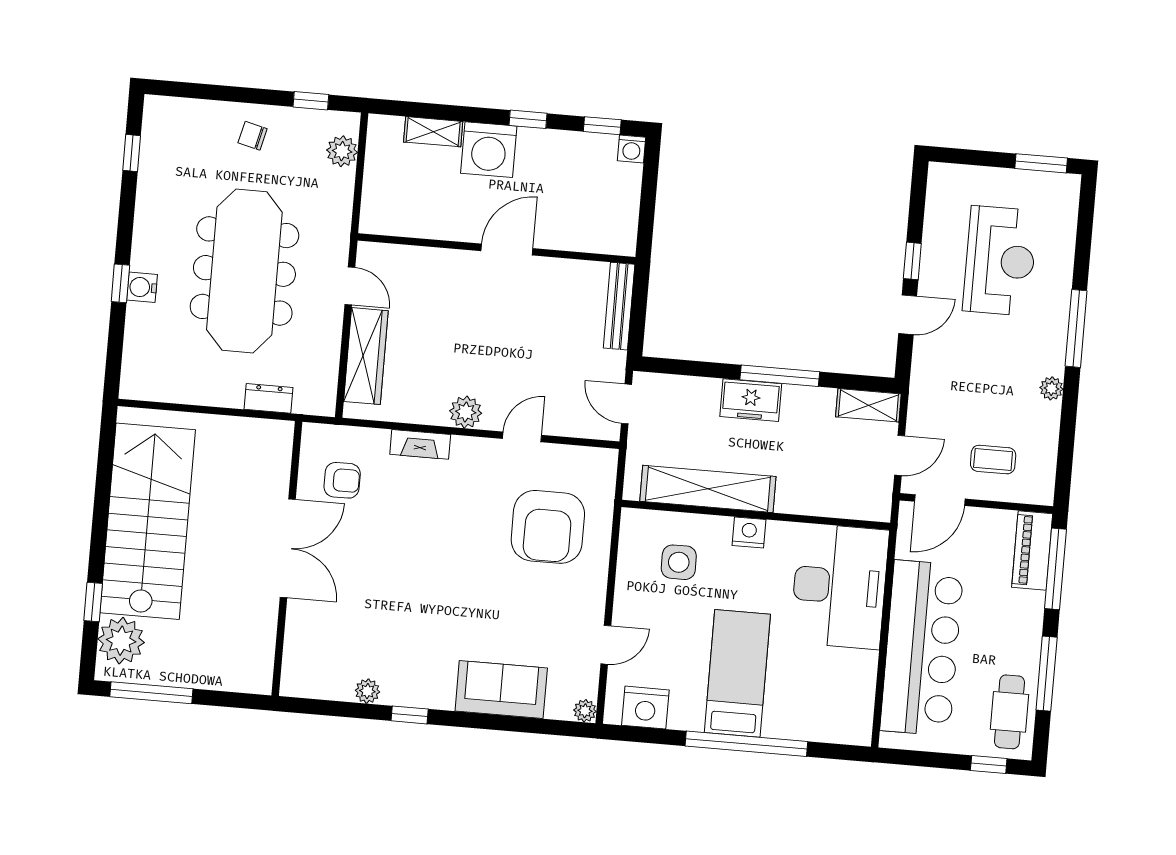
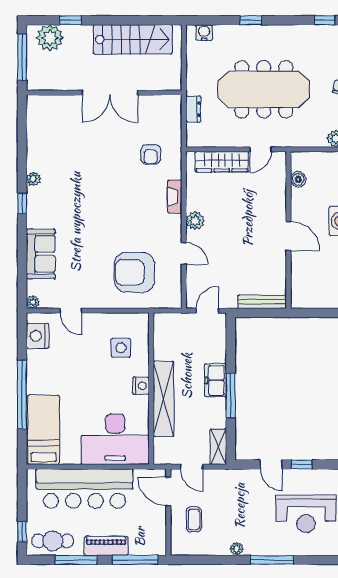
boiler: (408, 224) -> (298, 179), added
water cooler: (142, 287) -> (204, 33), moved
shelving: (708, 489) -> (164, 399), moved
stairs: (148, 521) -> (133, 39), width x0.73, depth x0.66
double door: (288, 548) -> (110, 93), moved
piano: (1032, 550) -> (106, 546), moved
wall: (287, 559) -> (104, 93), moved
bed: (737, 673) -> (44, 430), moved, turned -90

